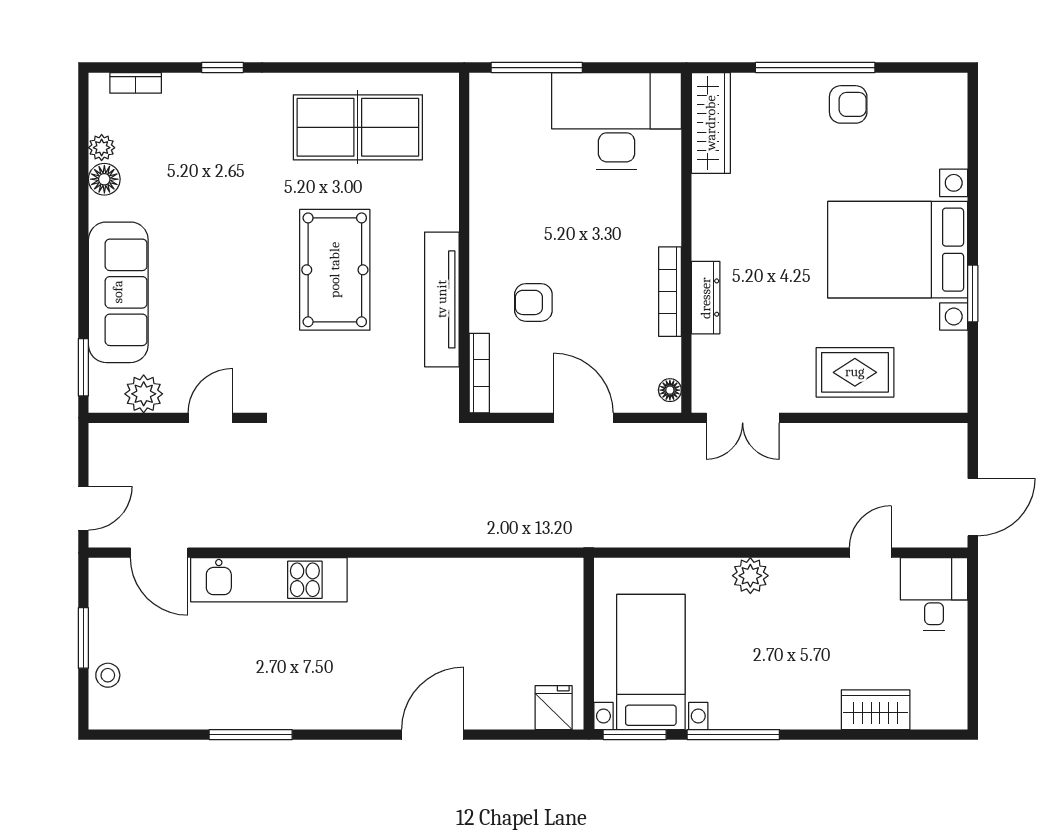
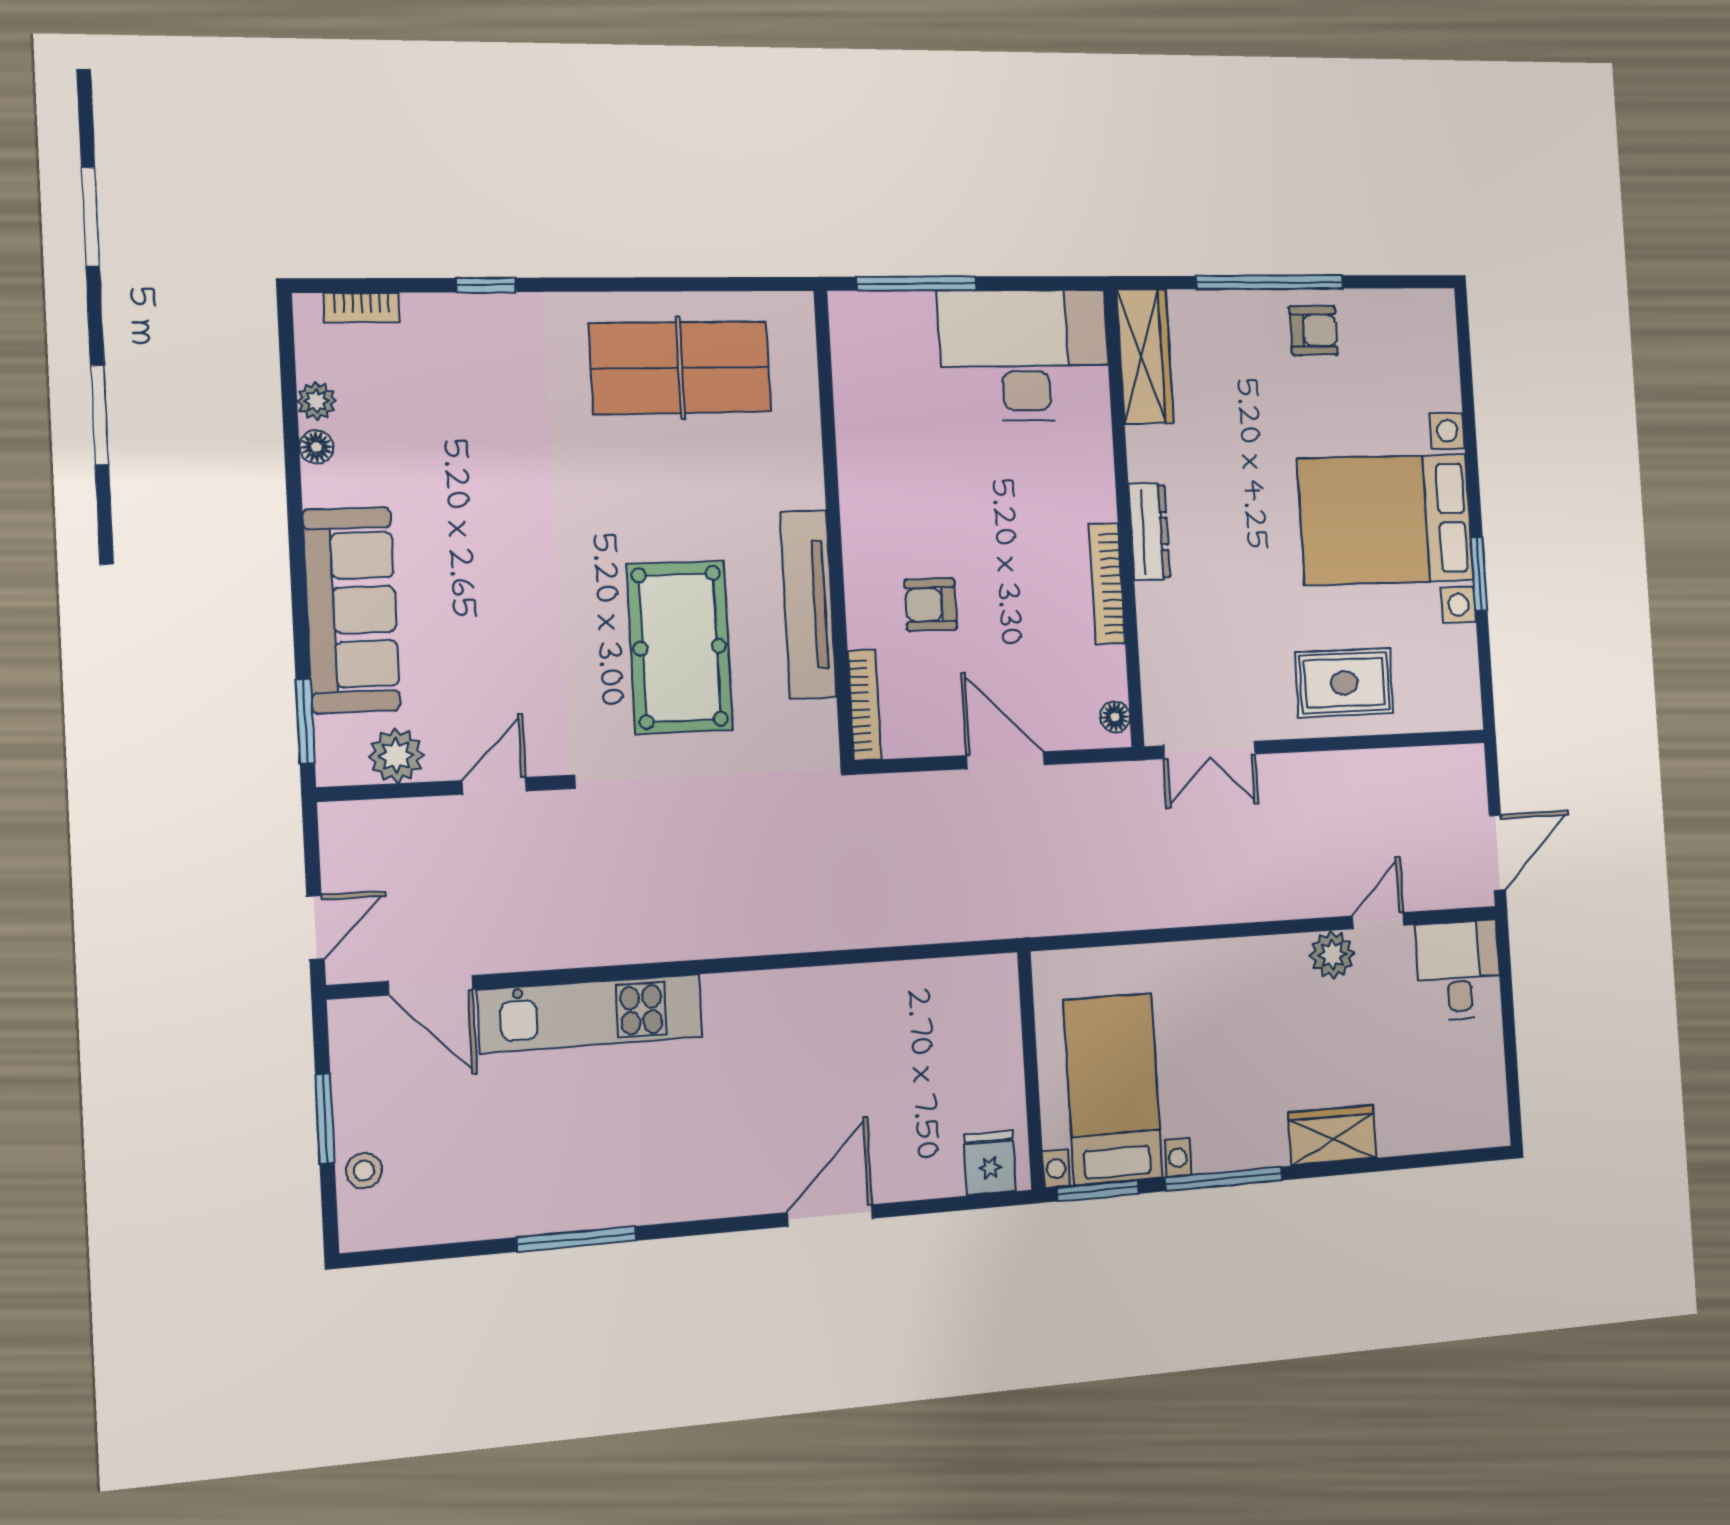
floor lamp: (104, 179) -> (316, 447), width x0.73, depth x0.73
pool table: (335, 270) -> (680, 647), moved
dresser: (706, 298) -> (1149, 532), moved
plant: (750, 576) -> (1332, 955), moved
wardrobe: (876, 710) -> (1332, 1135), moved

